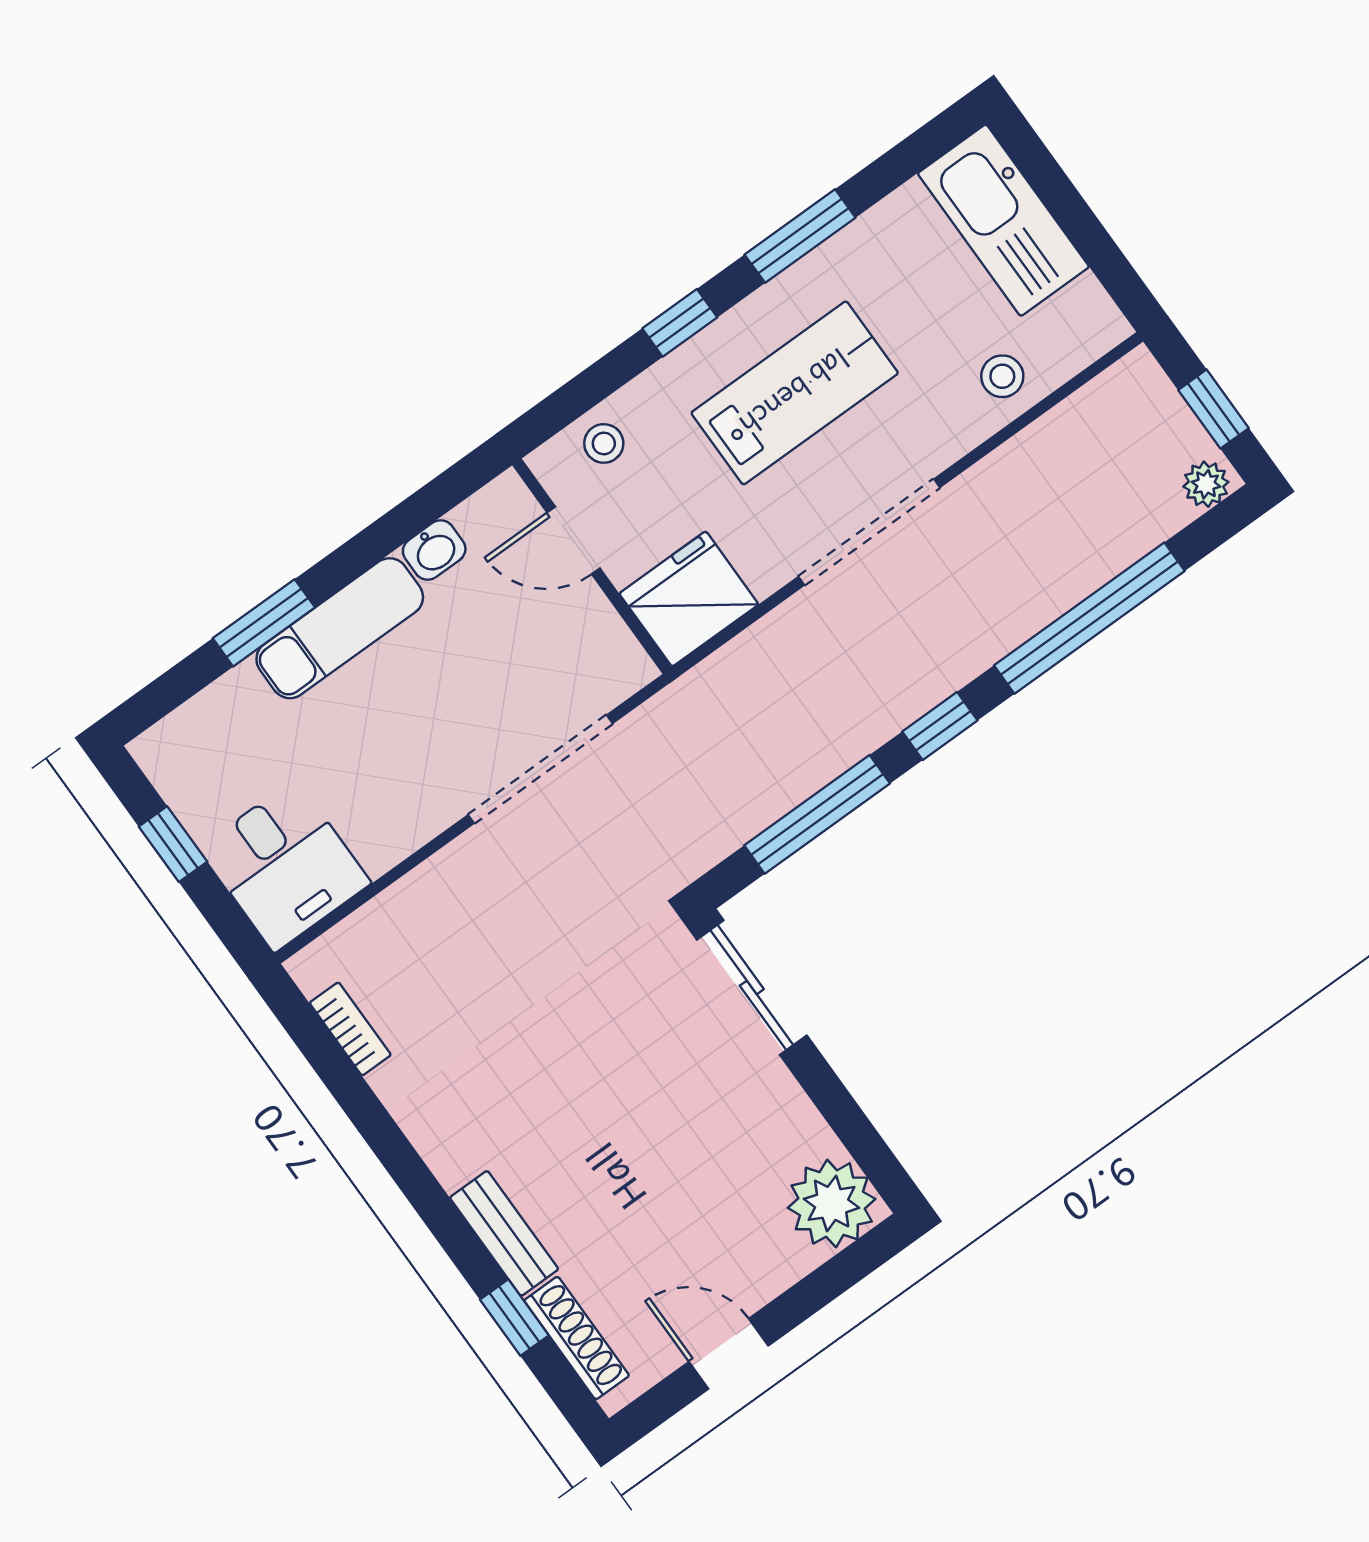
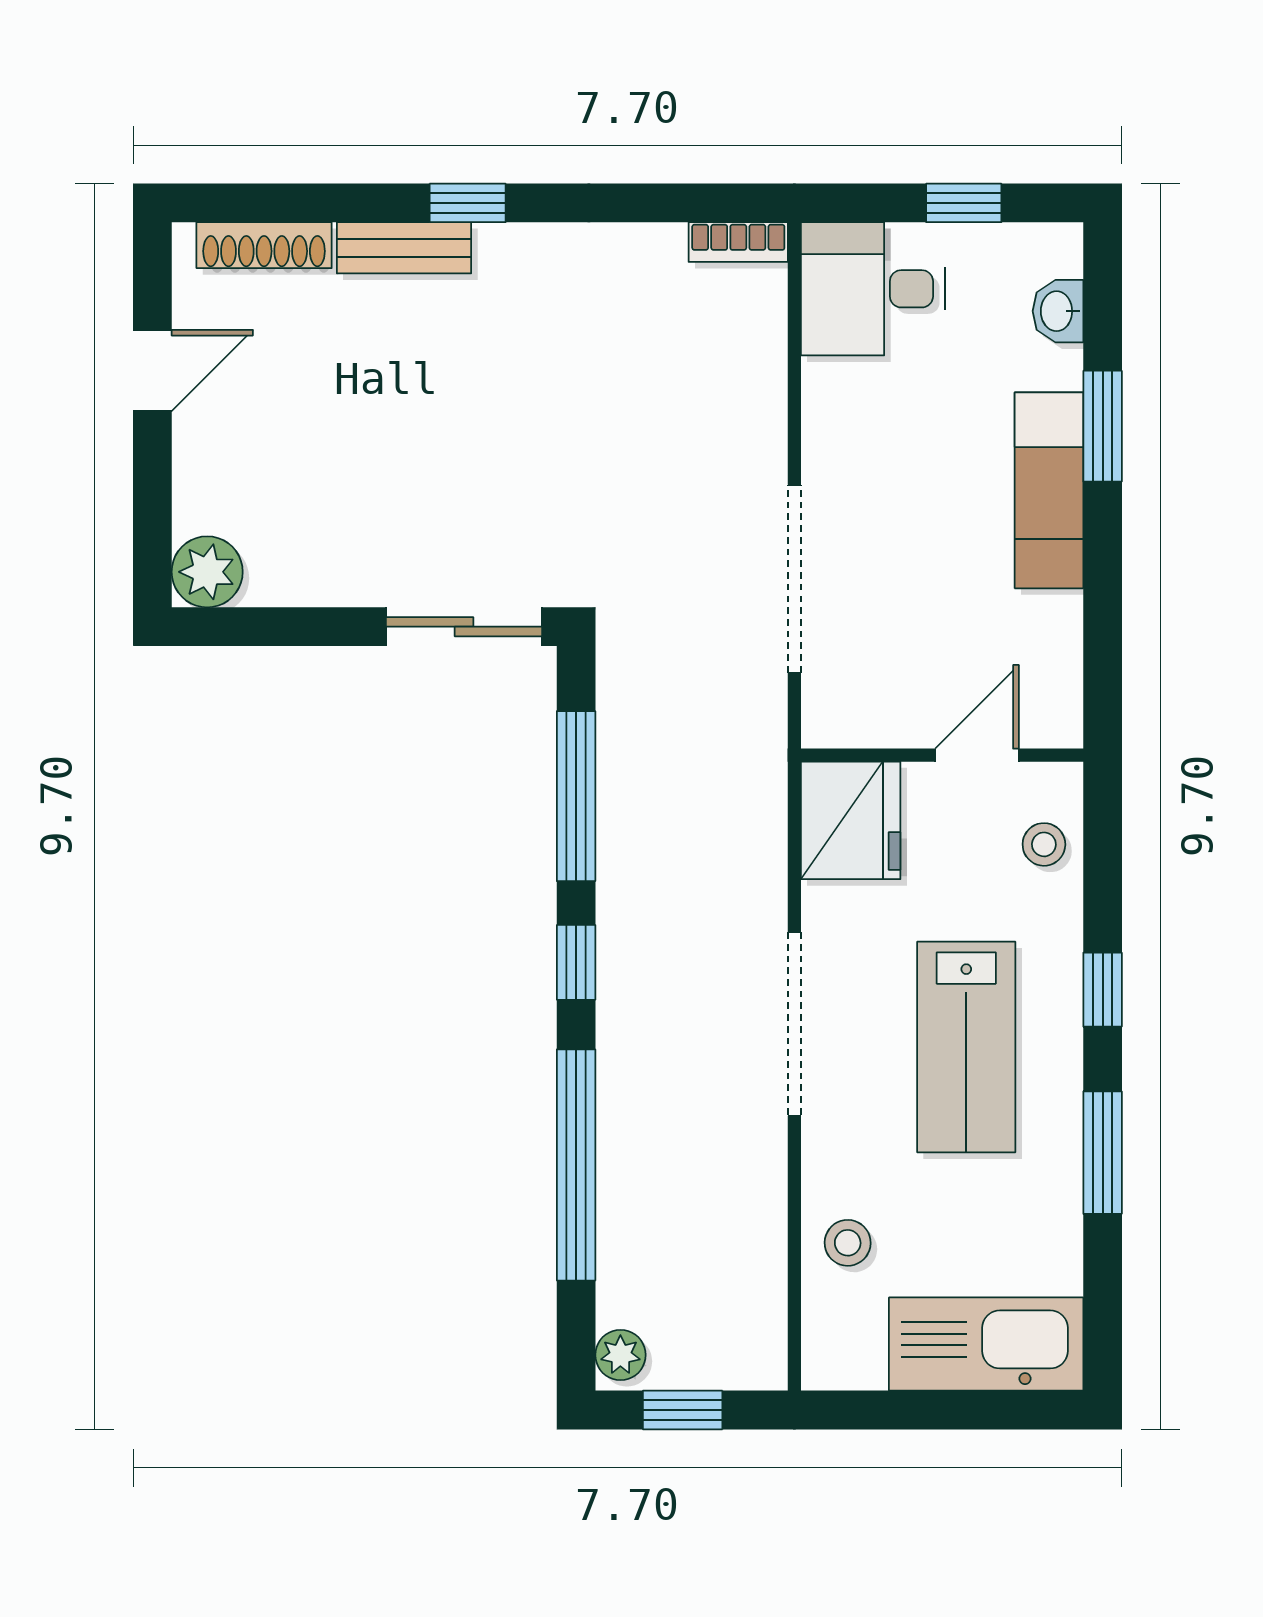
washbasin: (434, 550) -> (1058, 311), moved
bookcase: (350, 1029) -> (738, 242), moved
plant: (832, 1203) -> (207, 572), width x0.73, depth x0.73
window: (514, 1318) -> (468, 203), moved

